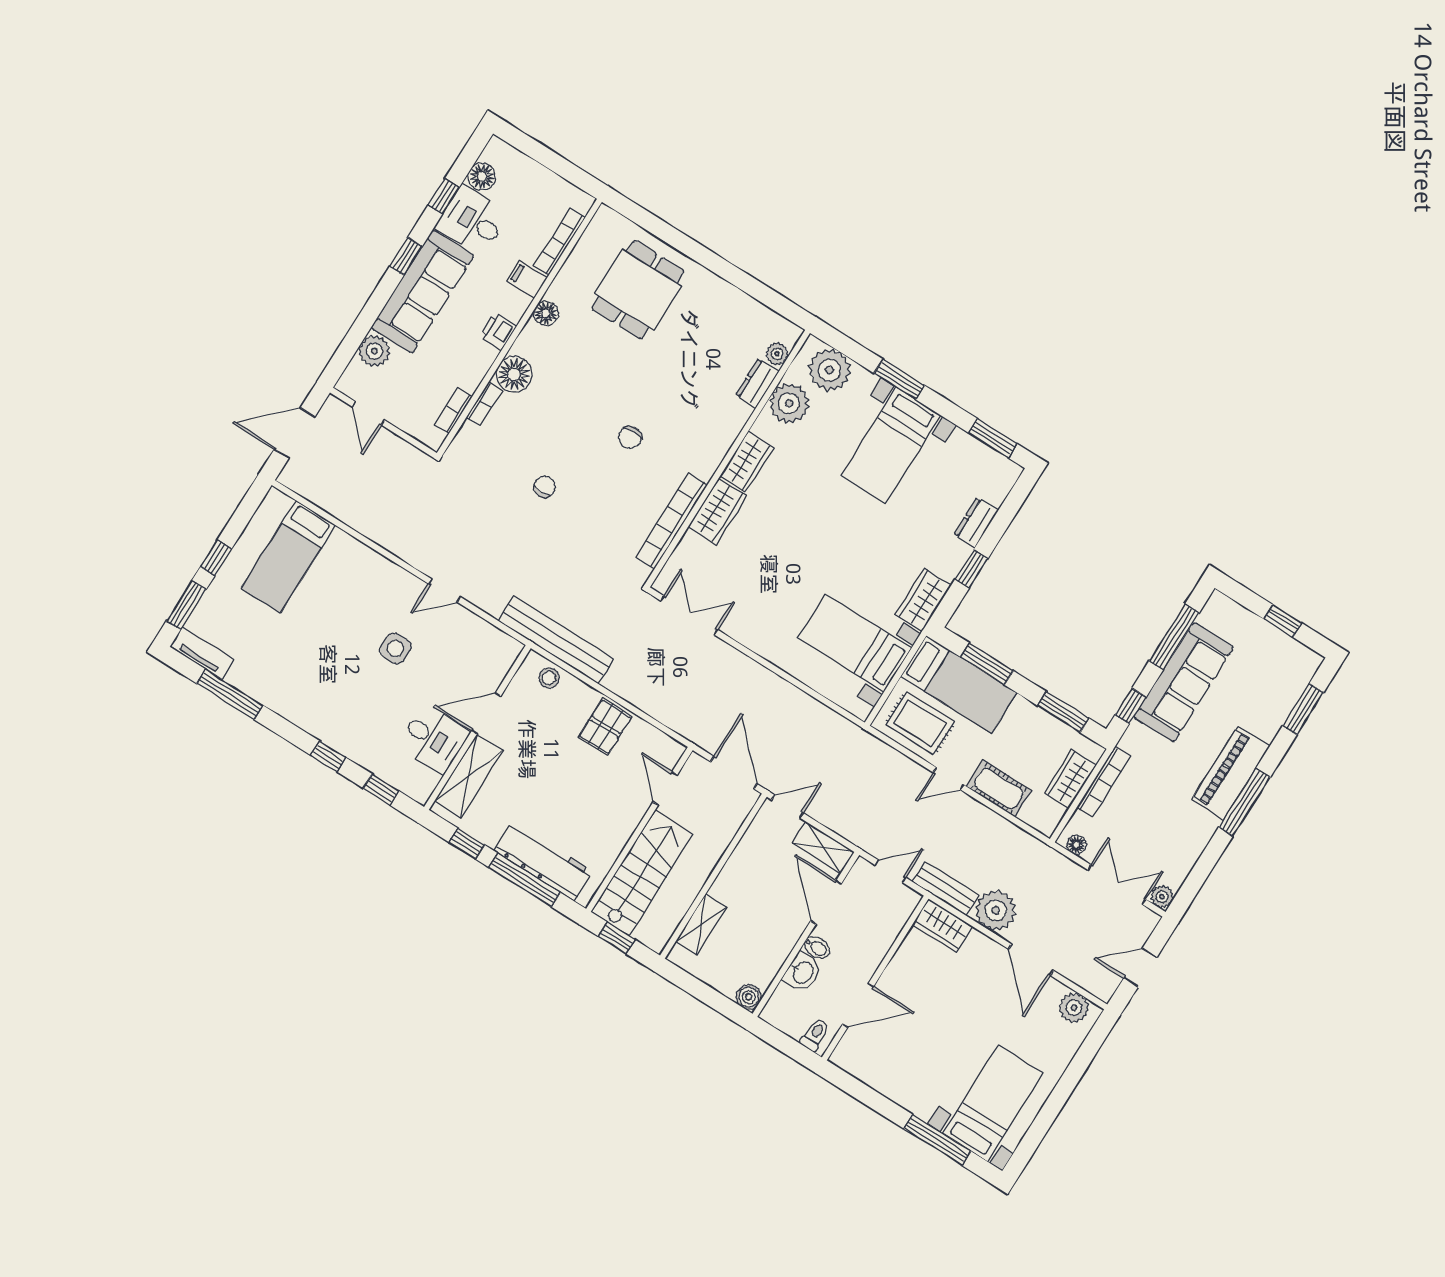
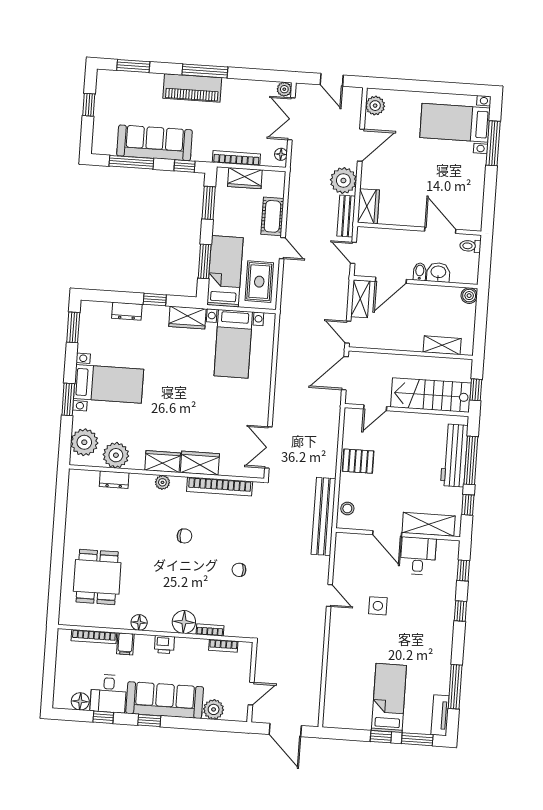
dining table: (638, 290) -> (97, 577), turned 90
plant: (777, 354) -> (162, 482), moved
bed: (288, 557) -> (389, 698), moved, turned -90

